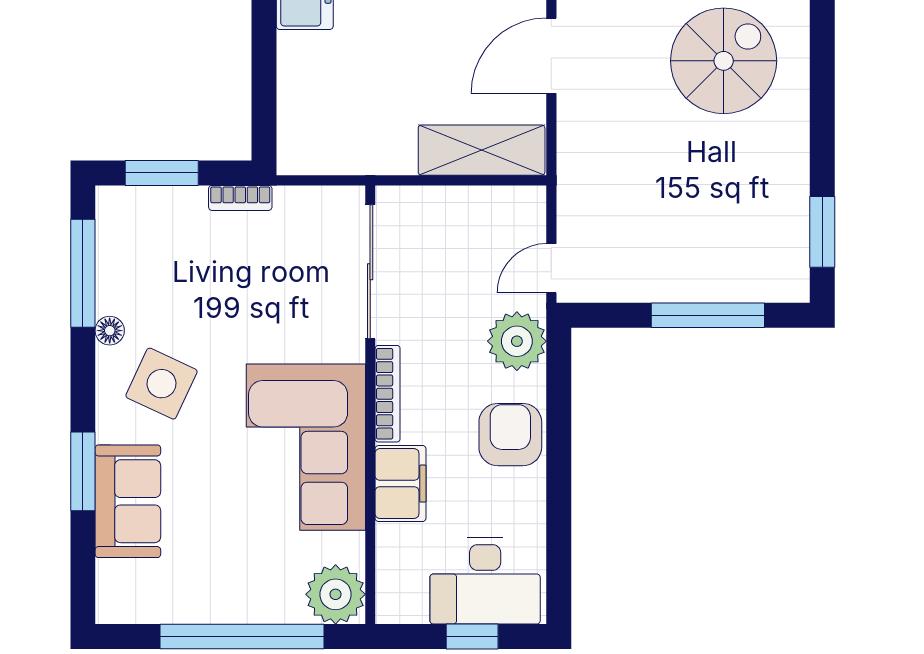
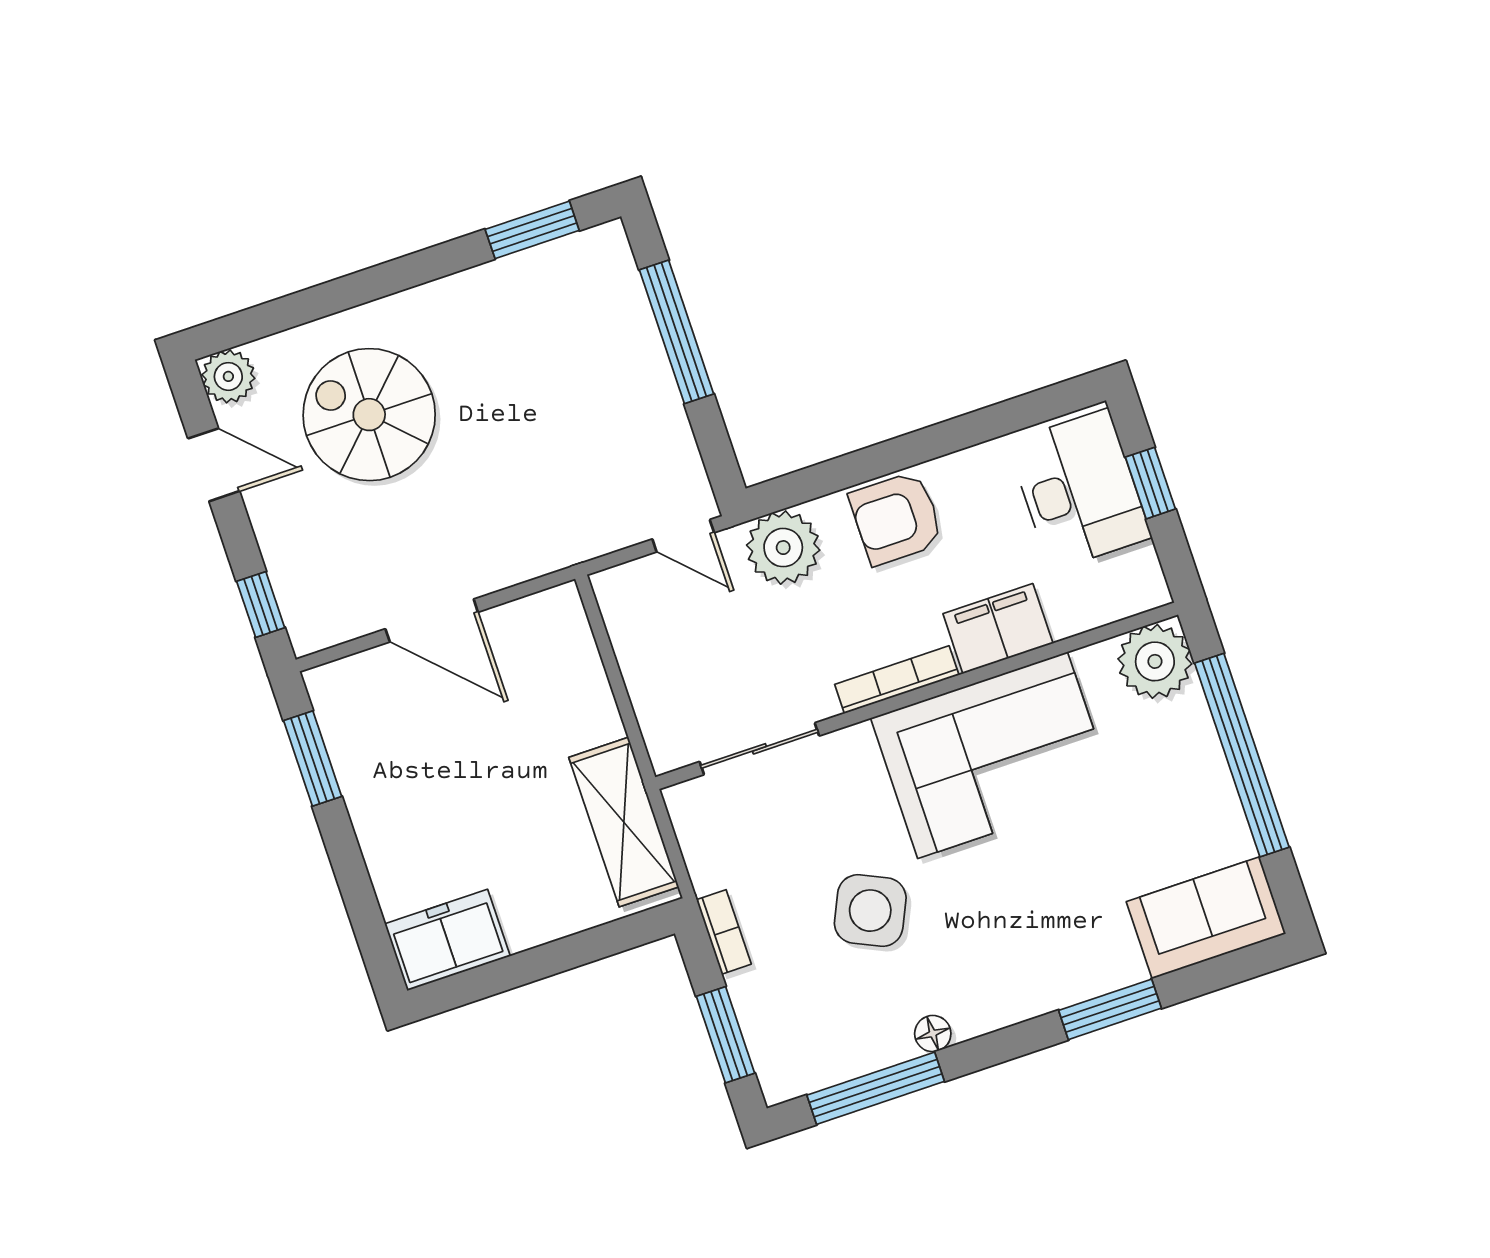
shelving: (482, 150) -> (624, 822), moved
sliding door: (370, 272) -> (759, 749), width x0.73
side table: (161, 384) -> (870, 911), moved
sofa: (128, 501) -> (1206, 918), moved

